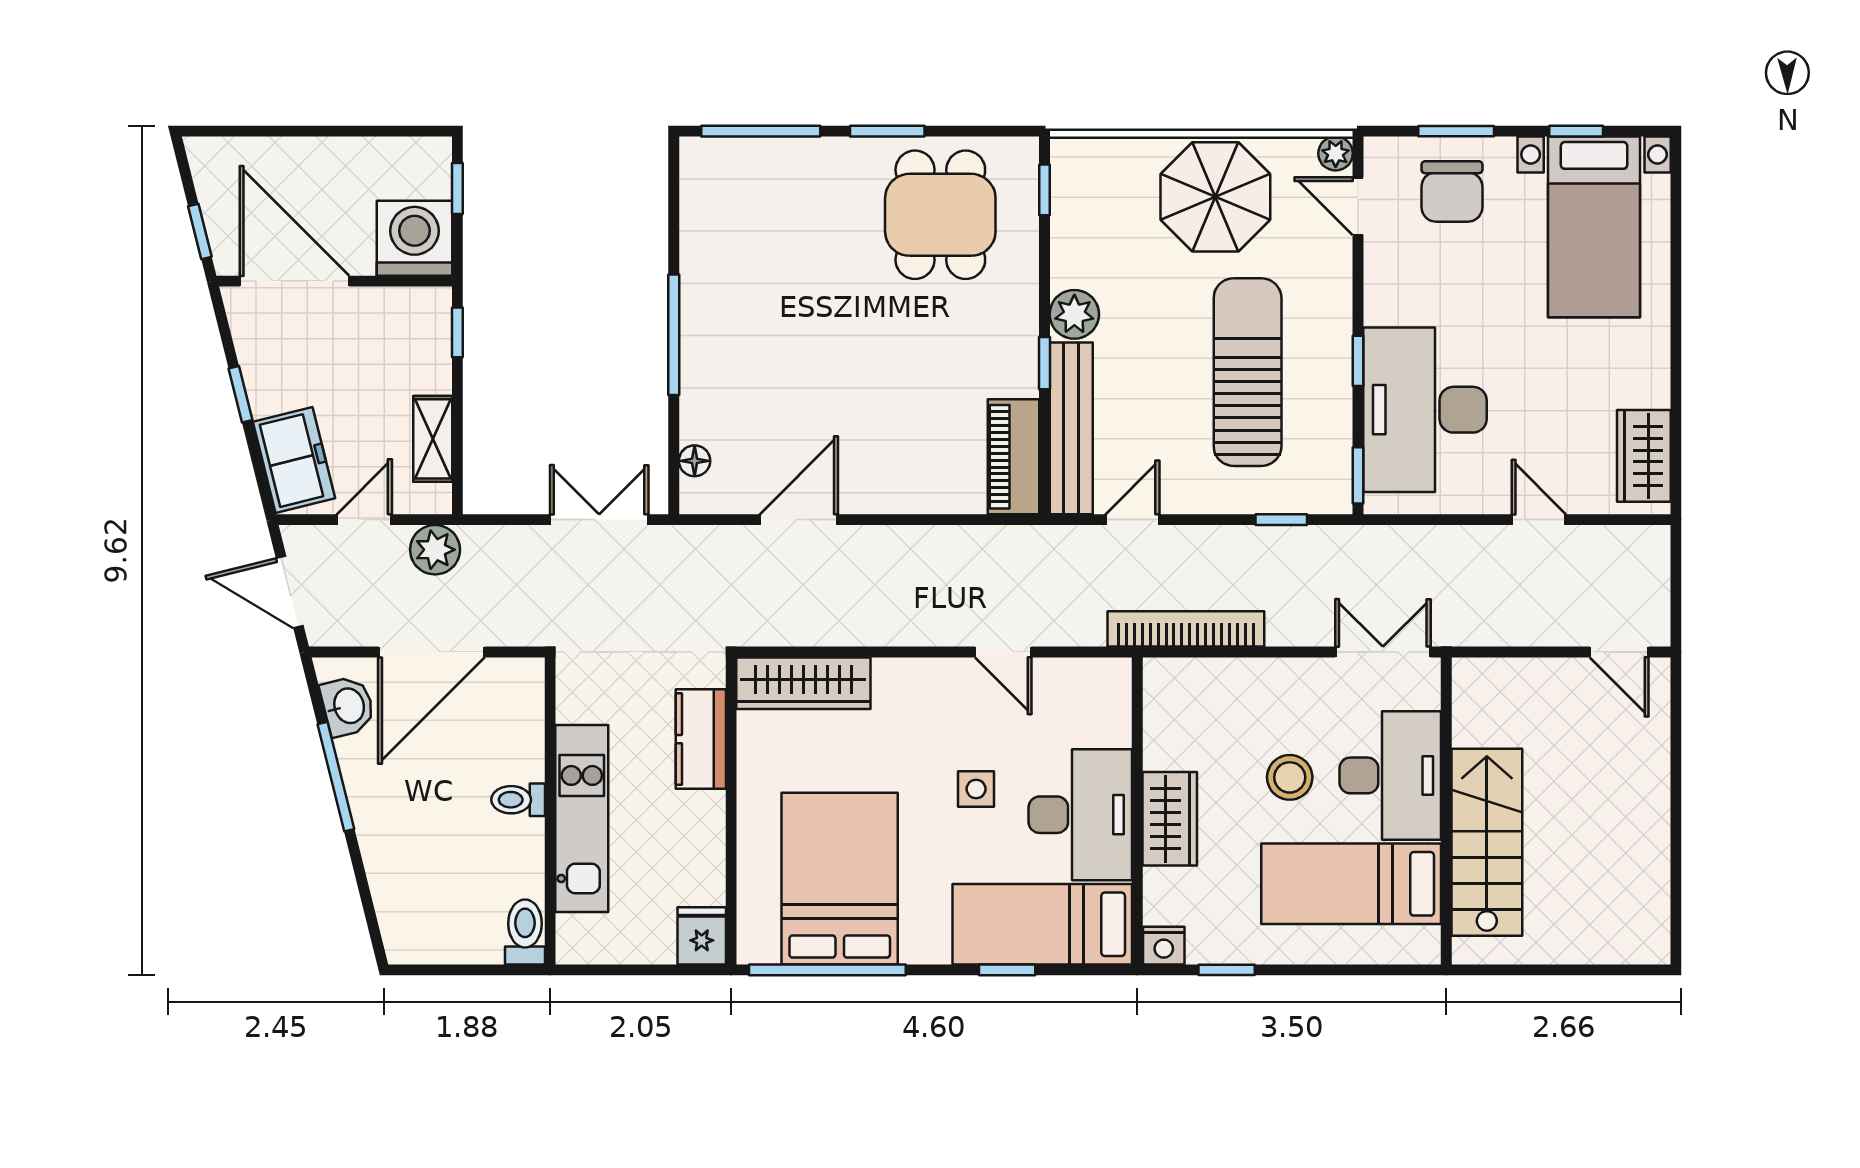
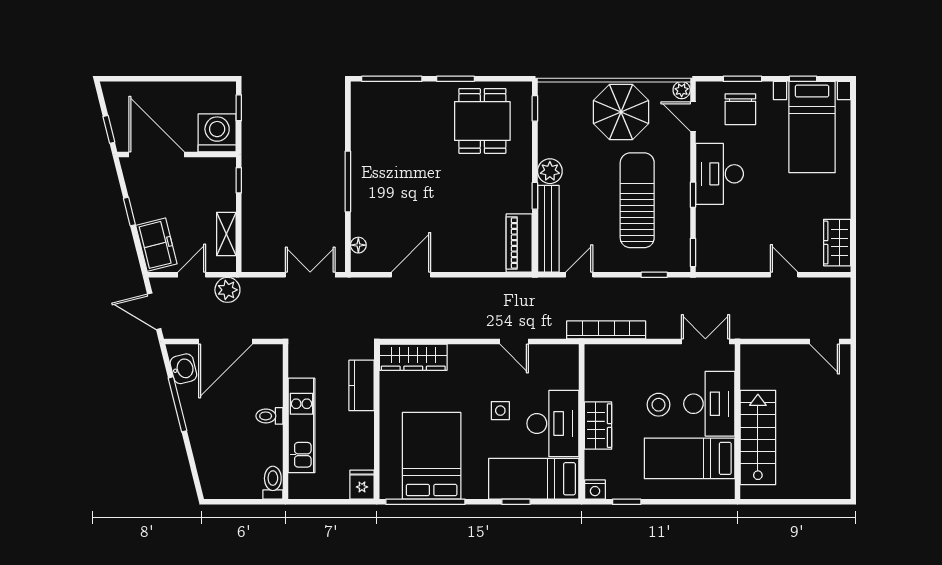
desk: (1425, 410) -> (720, 174), moved, width x0.73, depth x0.77

